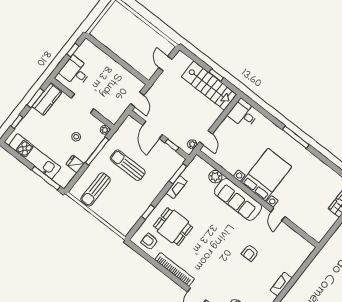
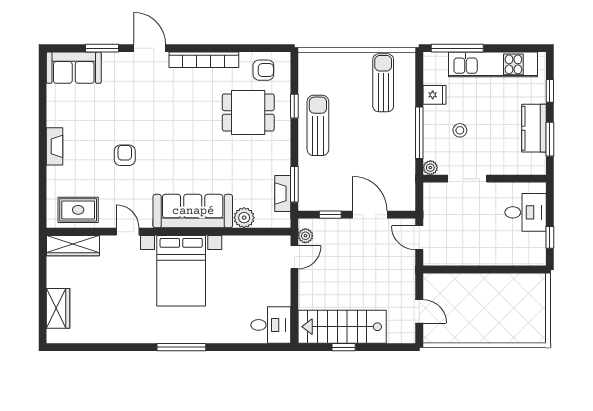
kitchen counter: (47, 99) -> (534, 128), moved
doorway: (82, 103) -> (467, 179), moved
door: (206, 138) -> (294, 257), swing flipped
sun lounger: (128, 165) -> (318, 125), moved, turned -90
fireplace: (177, 187) -> (283, 194), moved
wardrobe: (310, 228) -> (73, 246), added
rug: (294, 244) -> (78, 210), added

